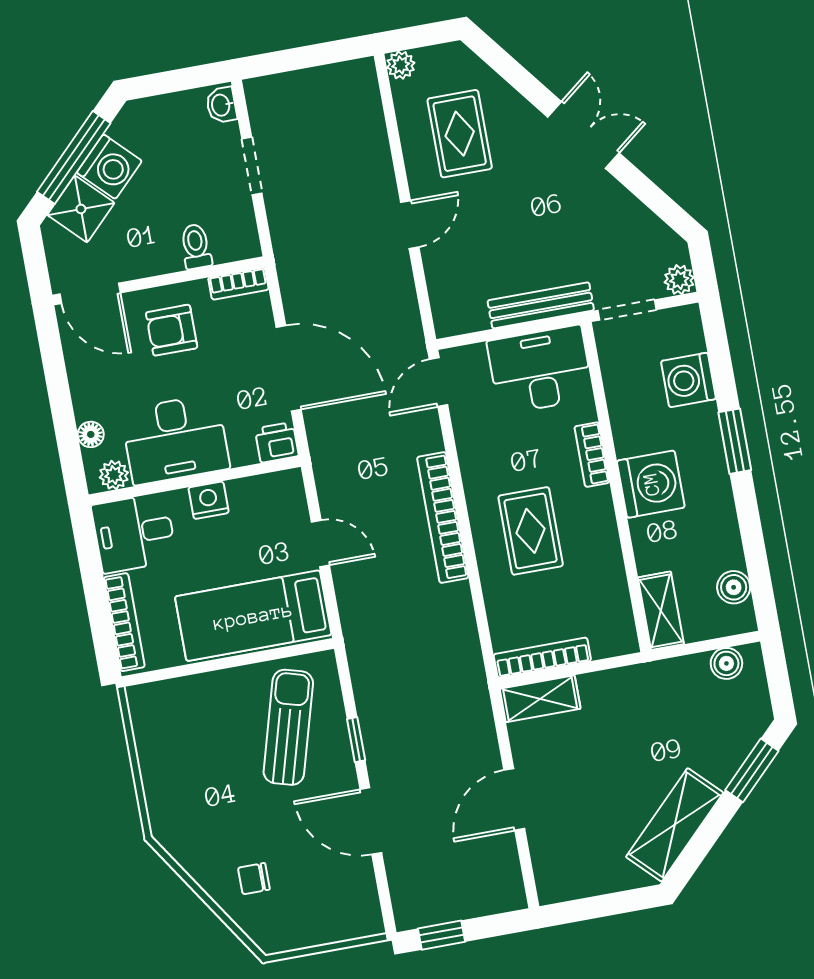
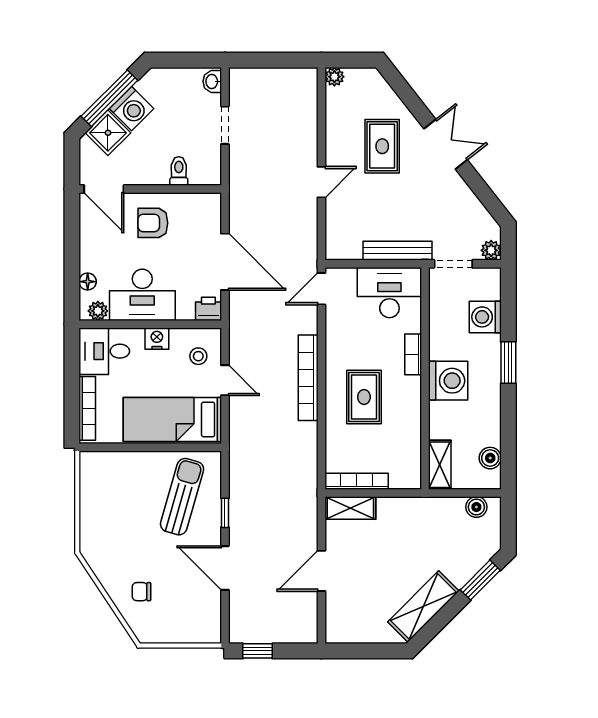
rug: (460, 134) -> (382, 146), moved
bookcase: (238, 284) -> (202, 200), removed
stool: (275, 515) -> (198, 356), added

